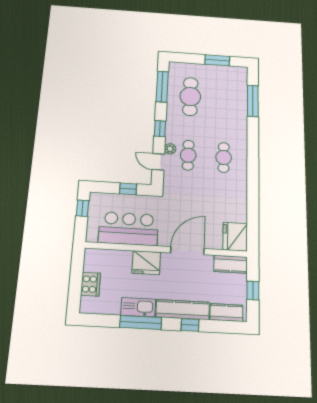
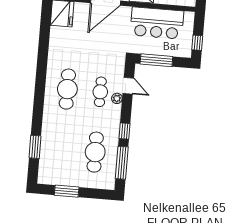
window: (253, 101) -> (35, 147), width x0.69
window: (160, 129) -> (124, 131), moved
cafe table: (224, 157) -> (67, 89), width x1.37, depth x1.35
window: (128, 189) -> (156, 60), width x2.17

